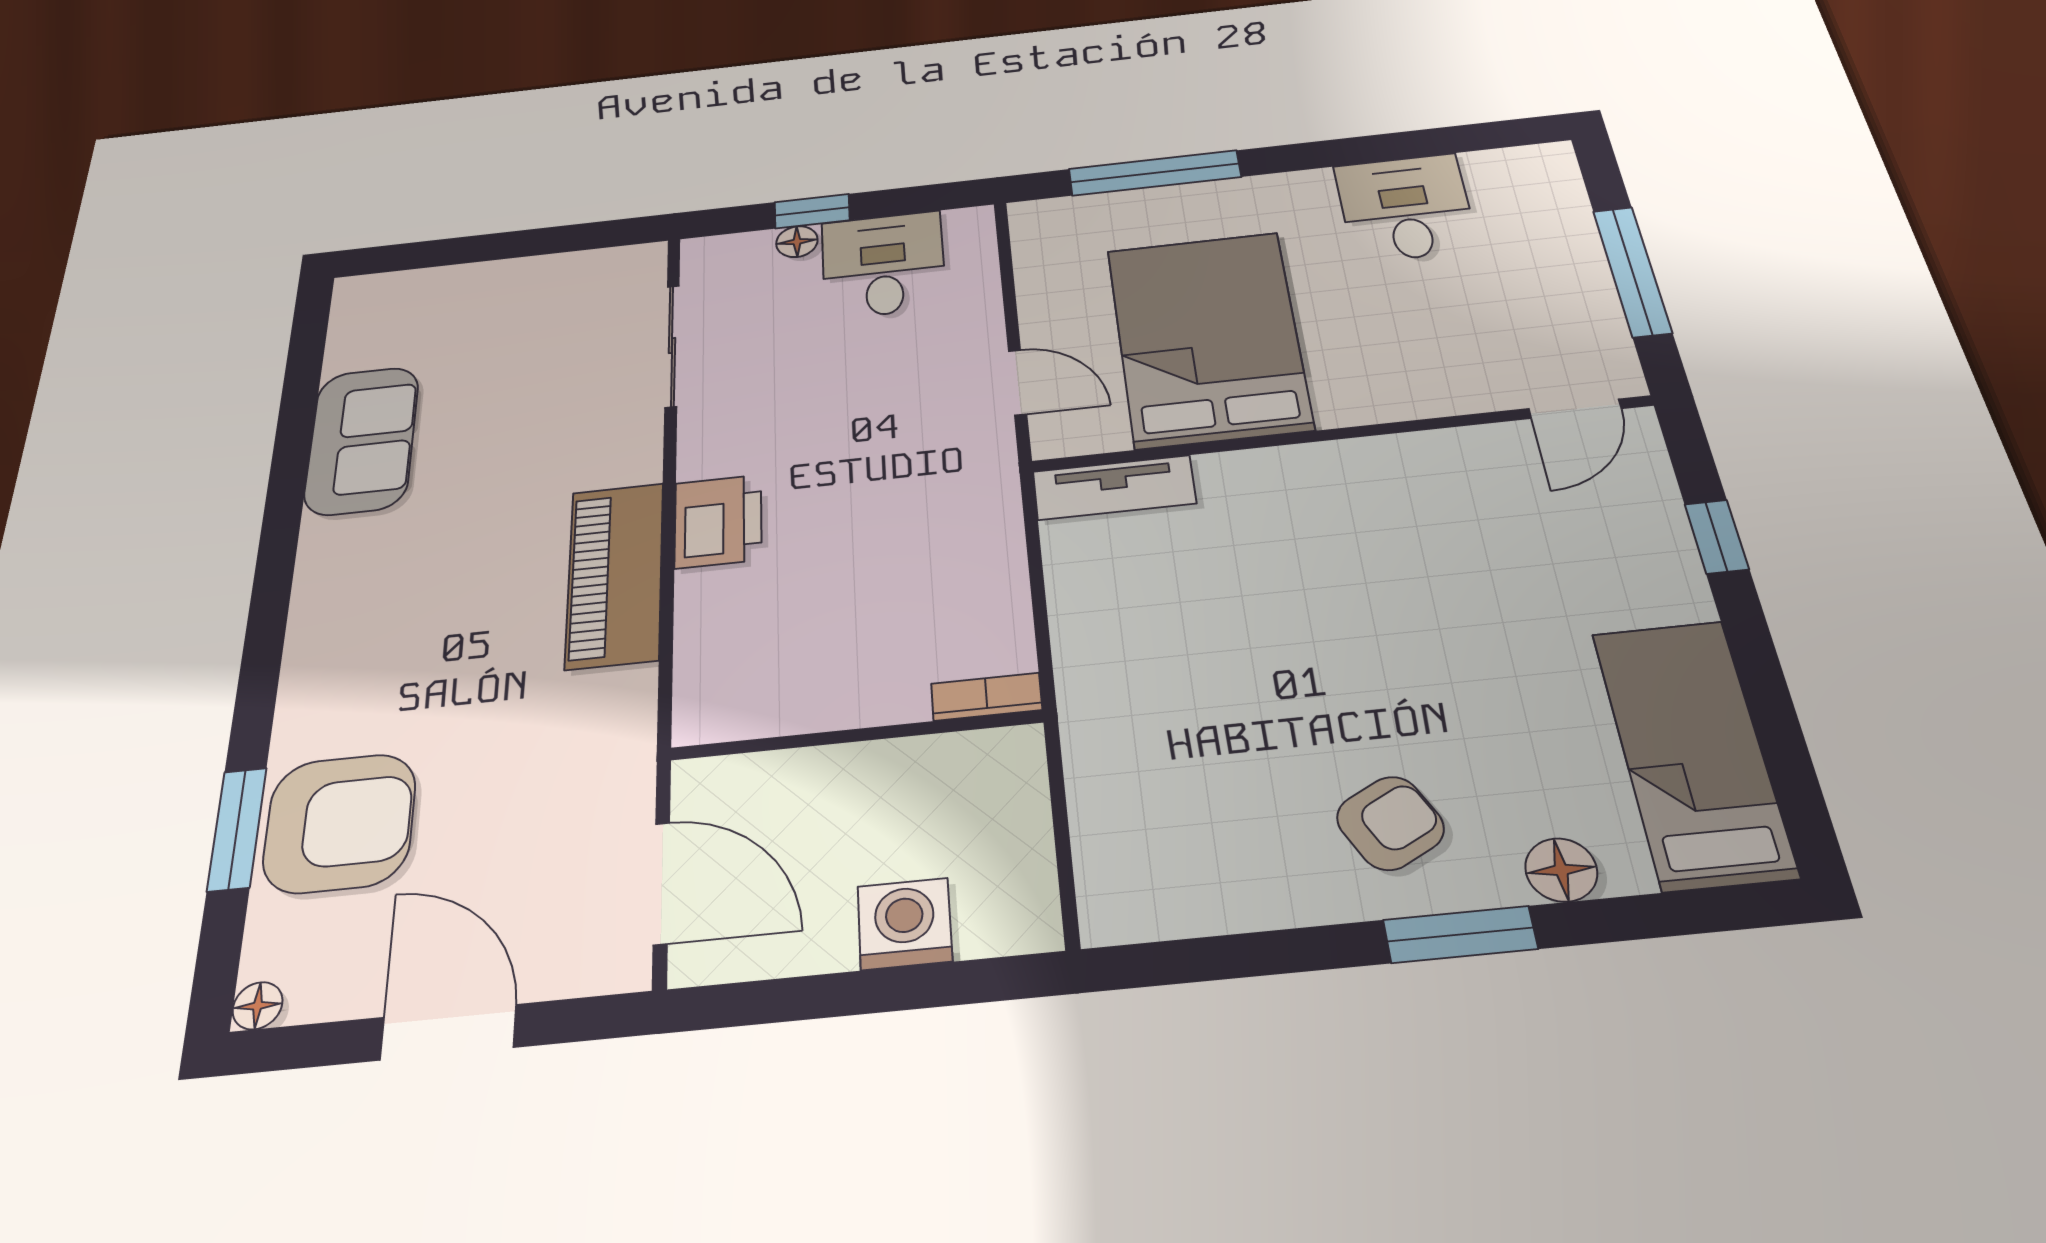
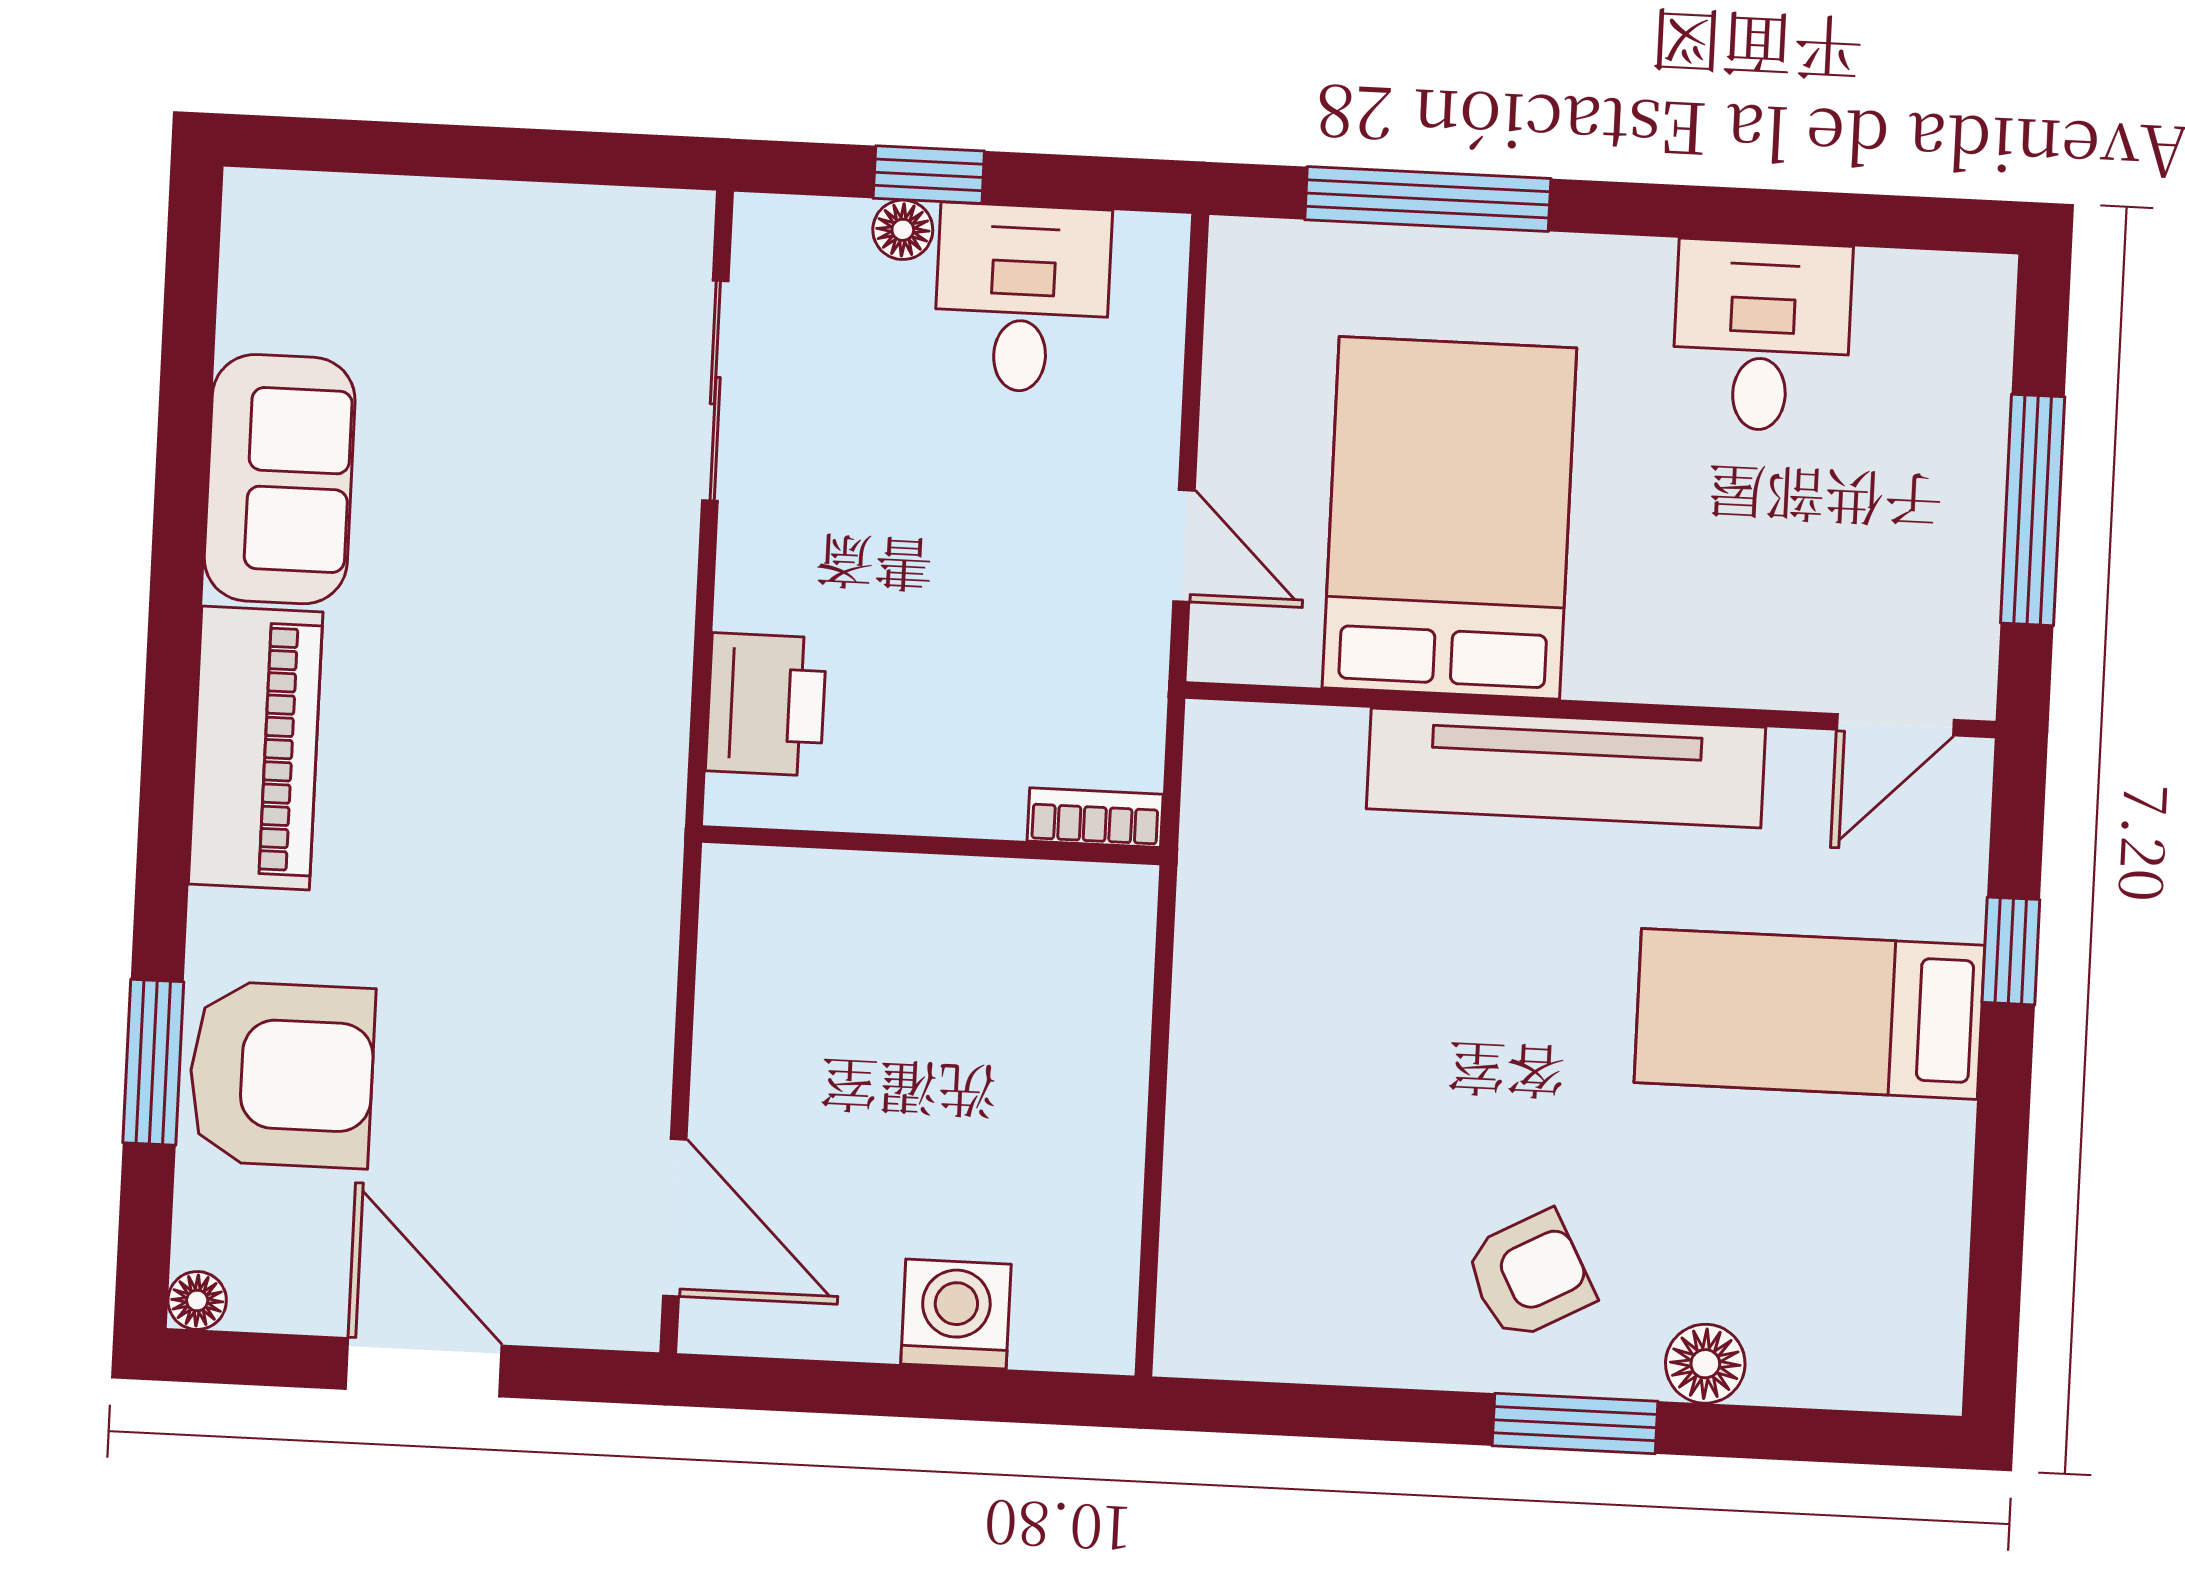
tv unit: (1114, 487) -> (1566, 768), moved, width x1.92, depth x1.29
piano: (615, 575) -> (256, 748), moved, turned 180
bookcase: (986, 697) -> (1095, 818), moved
wall: (856, 735) -> (931, 845), moved
bed: (1693, 752) -> (1809, 1014), moved, turned -90

